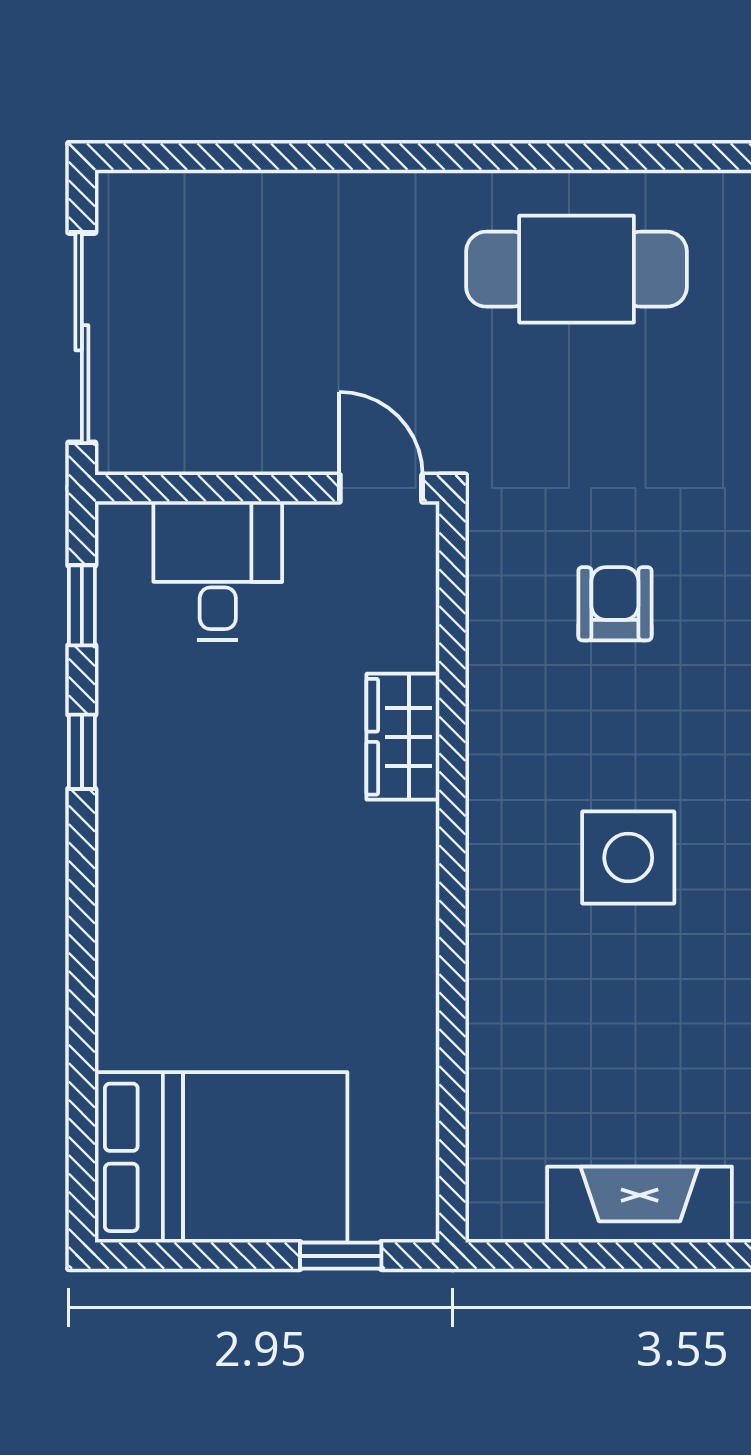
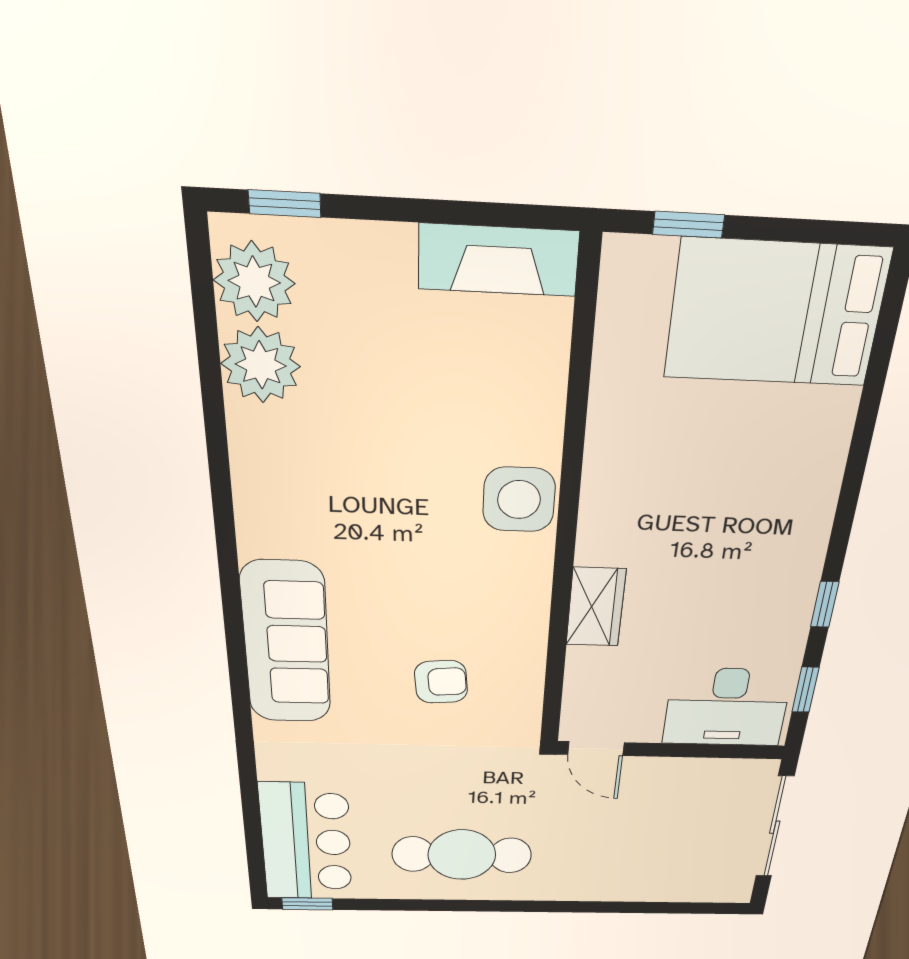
desk: (218, 571) -> (727, 707), width x1.37
armchair: (615, 604) -> (441, 682), turned -95
side table: (628, 858) -> (519, 500), moved
fireplace: (640, 1205) -> (498, 260), moved

